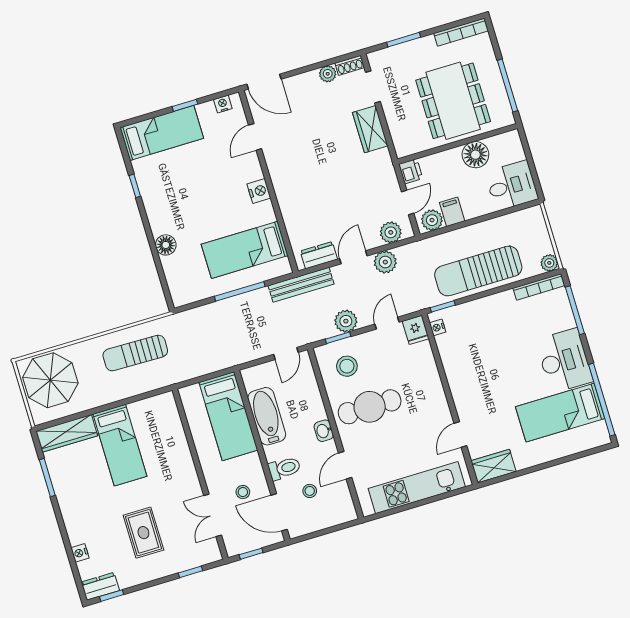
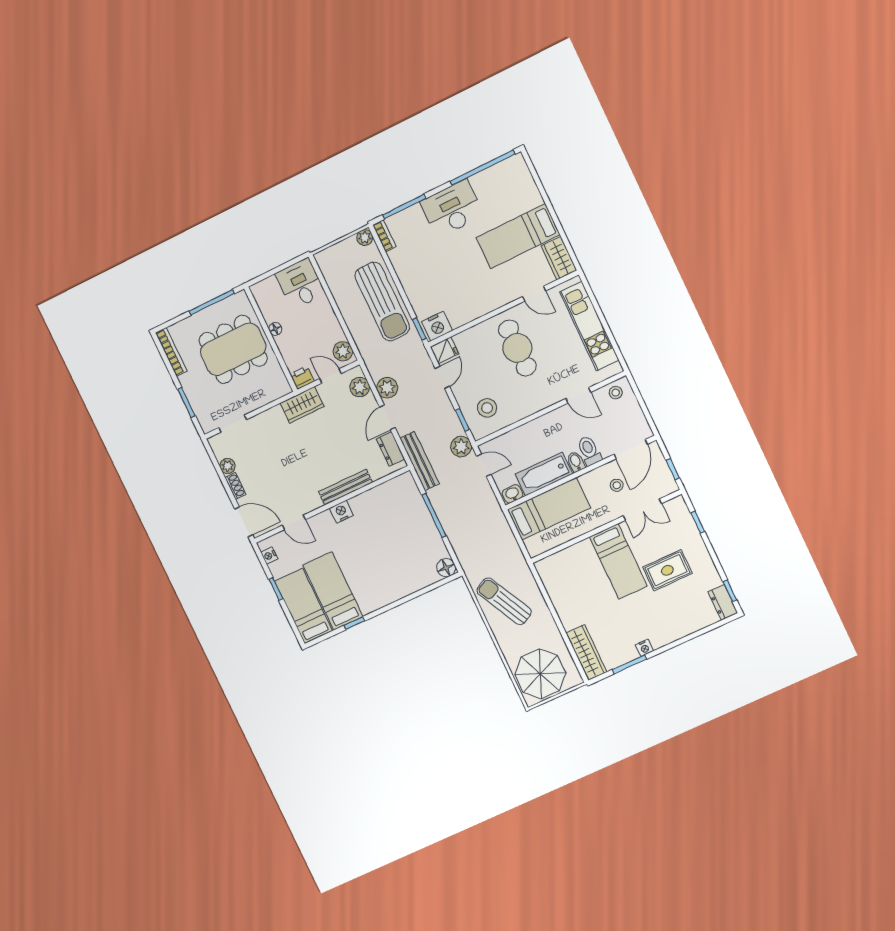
shoe rack: (350, 65) -> (235, 486), moved
door: (264, 82) -> (244, 522), hinge flipped
wardrobe: (370, 129) -> (302, 405), moved
floor lamp: (475, 155) -> (275, 329), width x0.53, depth x0.53
bench: (285, 200) -> (345, 487), added
filing cabinet: (452, 212) -> (332, 334), removed
floor lamp: (166, 245) -> (446, 568), moved
bed: (245, 250) -> (333, 591), moved, turned 180
door: (353, 257) -> (387, 417), hinge flipped
bookcase: (539, 287) -> (384, 236), width x0.64
plant: (346, 321) -> (461, 447), moved
door: (387, 323) -> (442, 377), swing flipped
nightstand: (438, 327) -> (437, 326), width x1.89, depth x1.79
sun lounger: (135, 353) -> (504, 601), turned 152
cafe table: (370, 407) -> (517, 348), moved
bed: (560, 413) -> (518, 236), moved, turned 90
washbasin: (324, 431) -> (512, 494), moved, turned 180
bed: (120, 445) -> (618, 561), moved, turned 90
bidet: (275, 452) -> (576, 462), added
stool: (310, 491) -> (616, 393), moved
nightstand: (80, 553) -> (645, 648), moved

